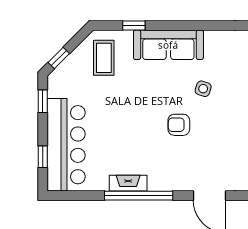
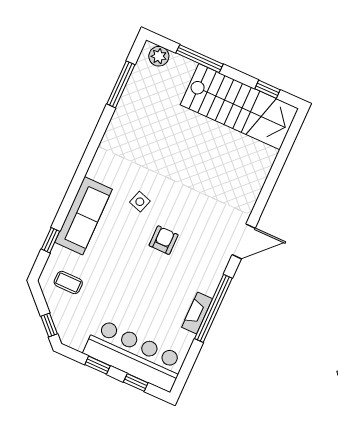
coffee table: (104, 58) -> (68, 283), width x0.73, depth x0.77
window: (43, 101) -> (97, 365), moved
armchair: (179, 125) -> (164, 240), turned 180

